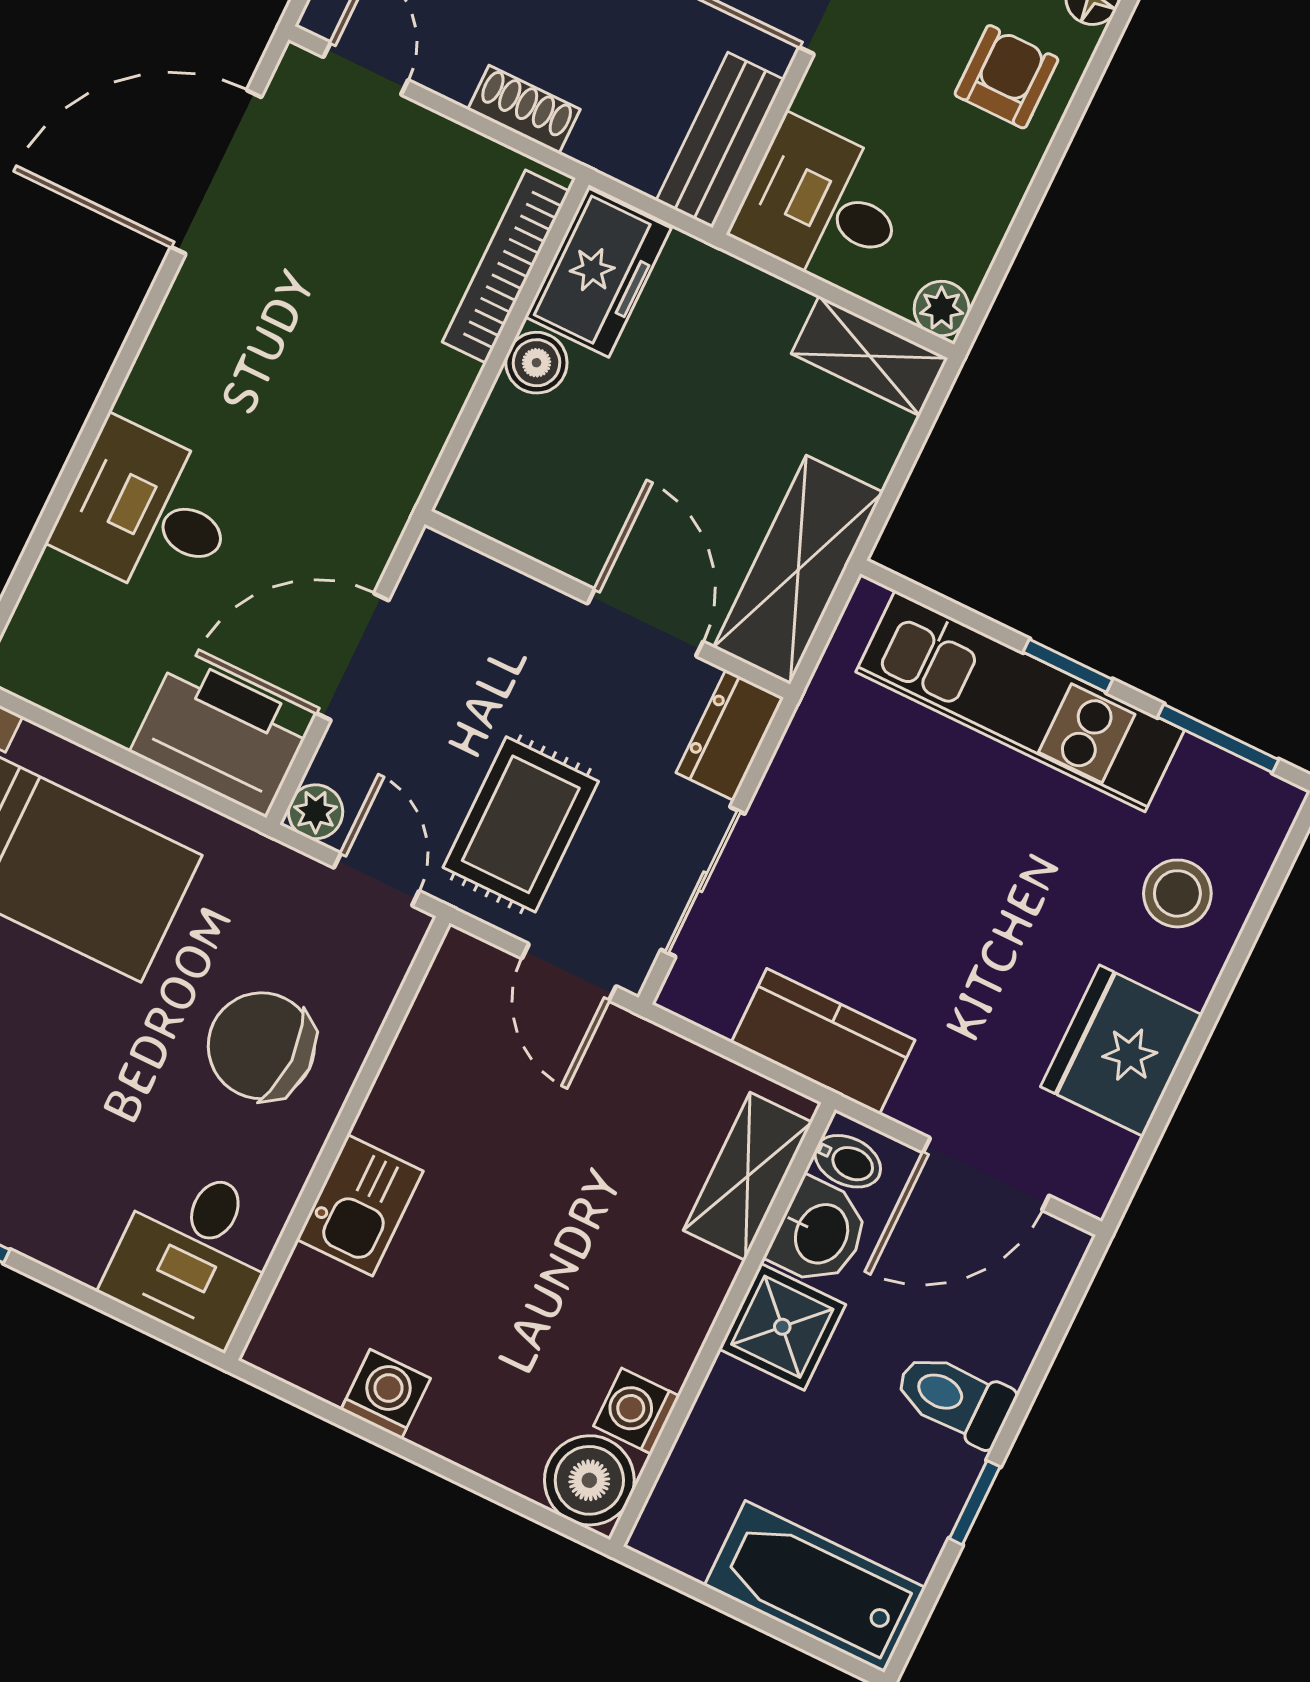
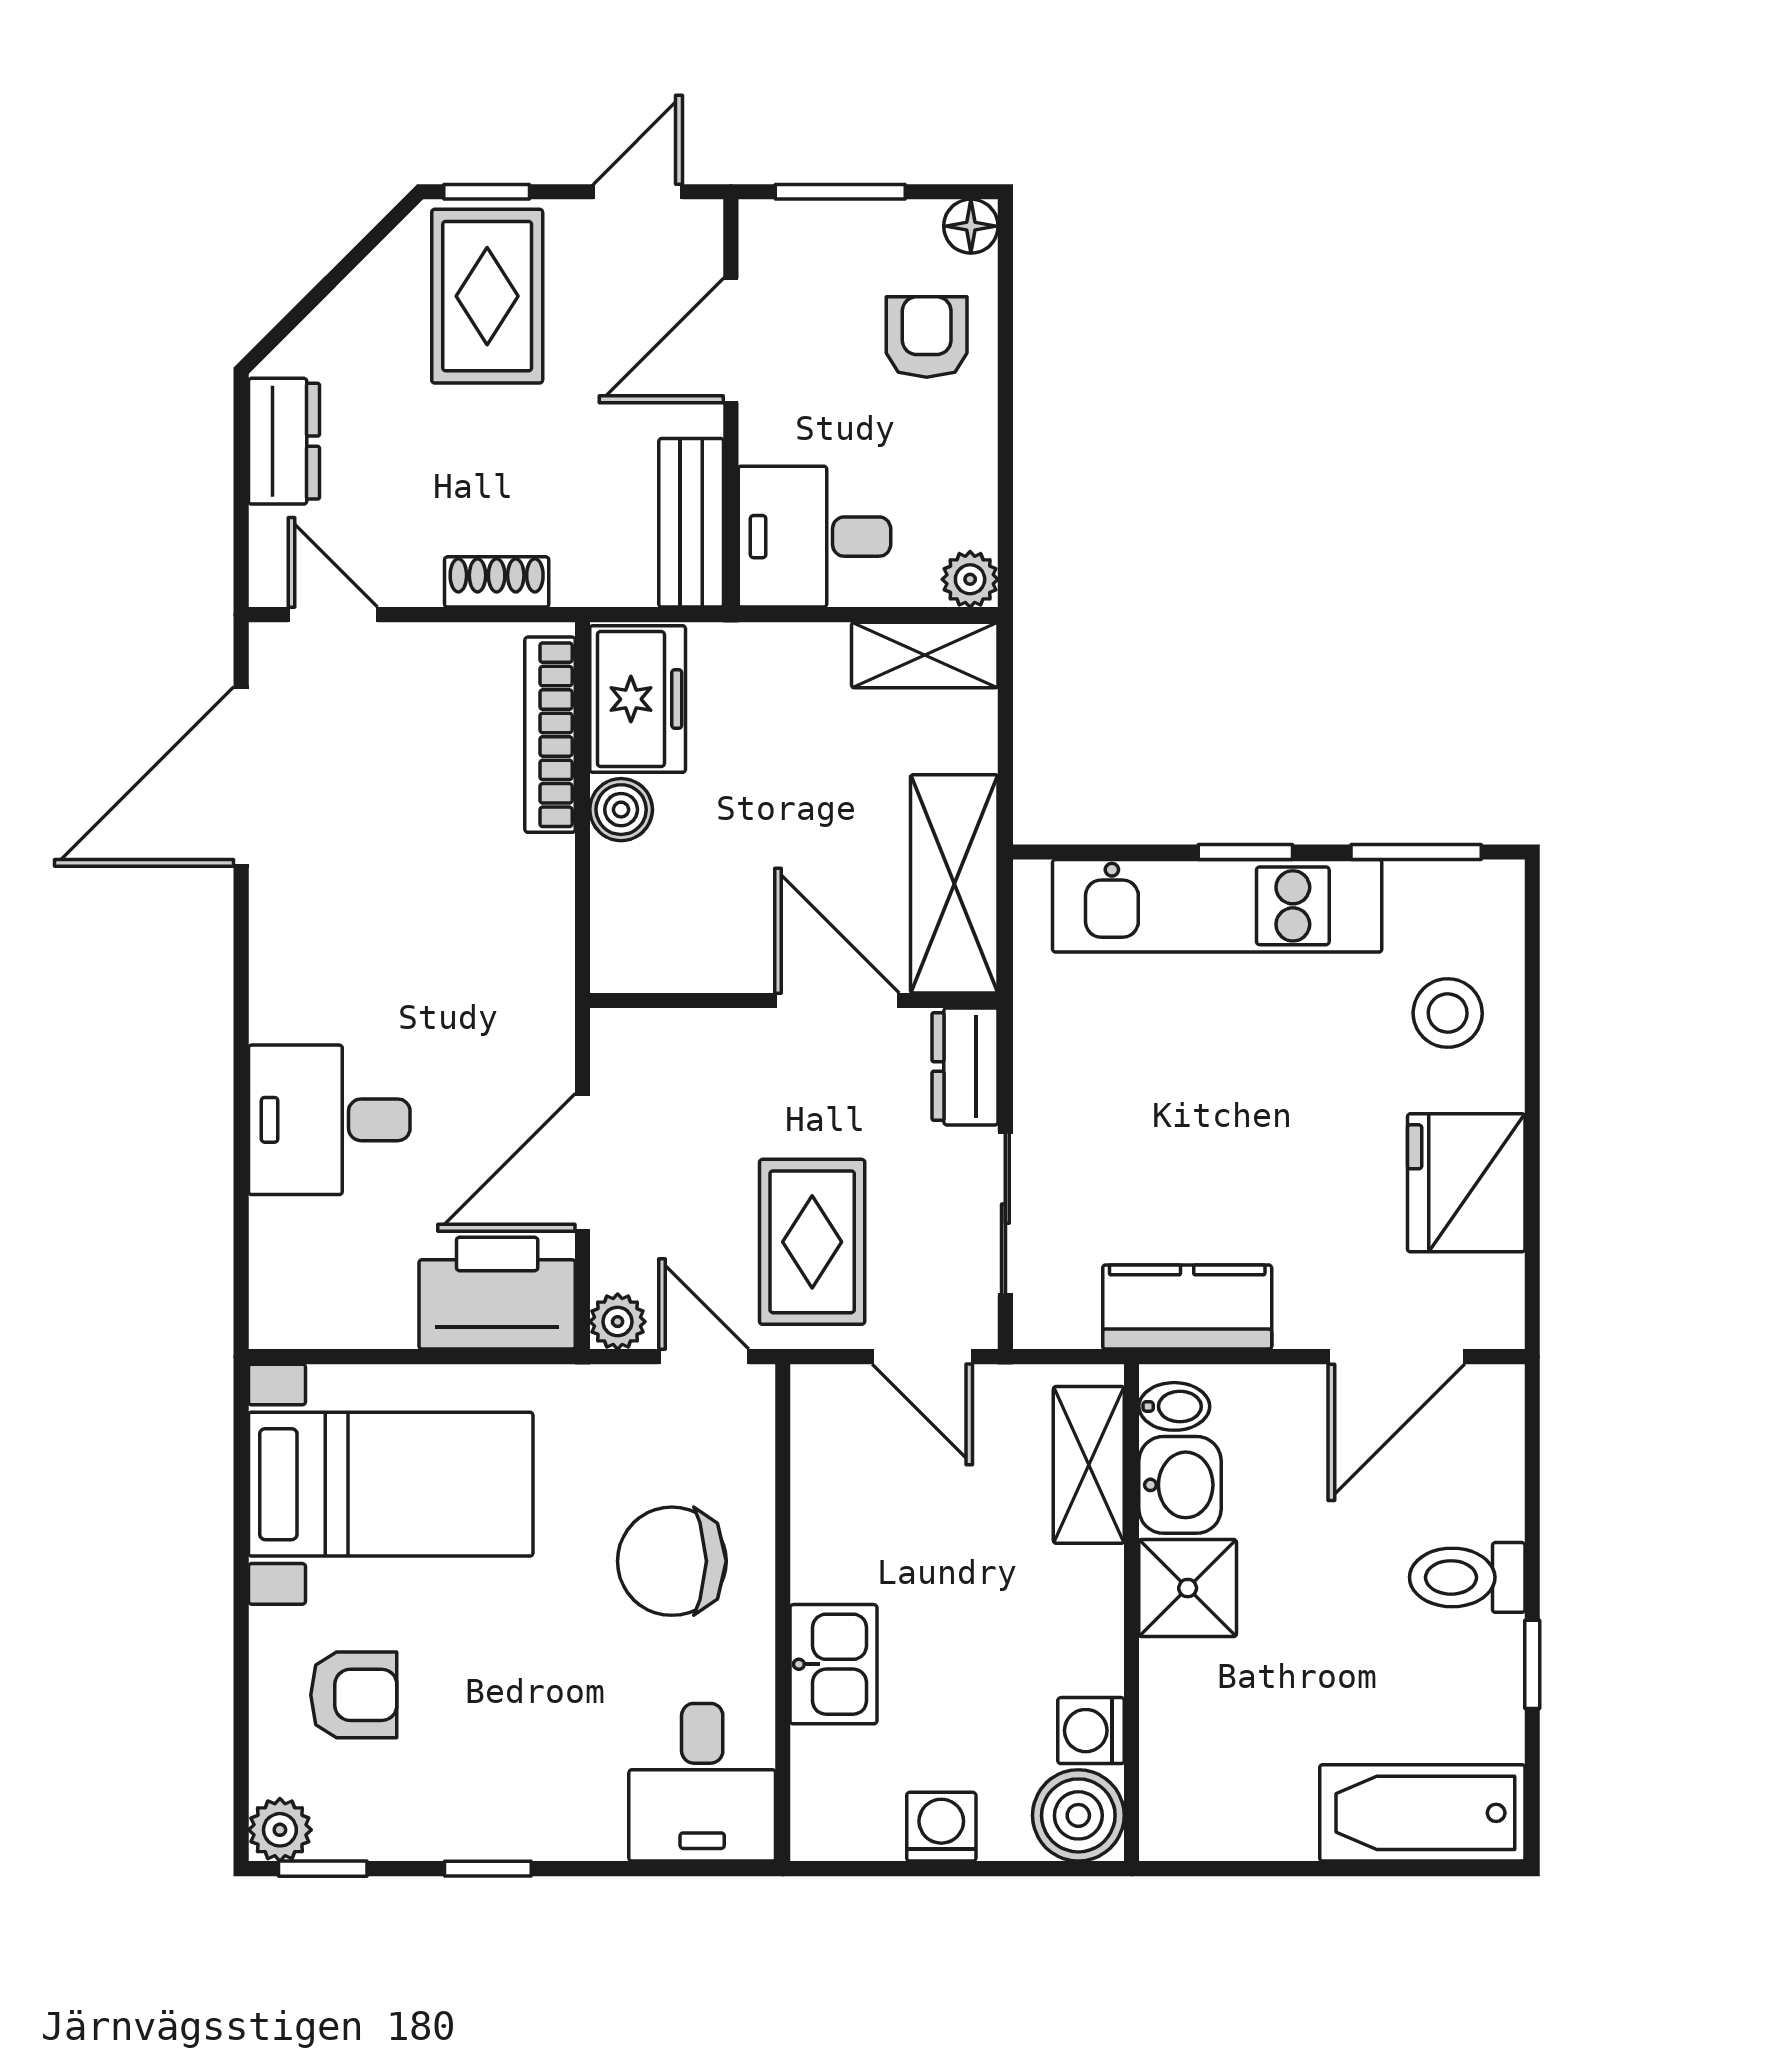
bidet: (848, 1161) -> (1174, 1406), moved
shelving: (748, 1176) -> (1089, 1465), moved
washbasin: (819, 1233) -> (1180, 1485), moved
wall: (722, 1324) -> (1132, 1613), moved
shower: (782, 1327) -> (1188, 1588), moved
washing machine: (637, 1411) -> (1091, 1731), moved
boiler: (589, 1480) -> (1078, 1815), moved

